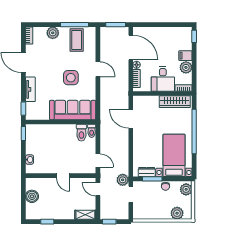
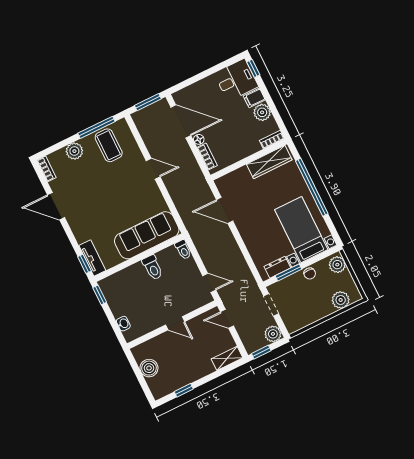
side table: (71, 78) -> (125, 196), removed
desk: (163, 79) -> (236, 80), moved, turned -90
tv unit: (30, 89) -> (92, 258), moved
toilet: (81, 133) -> (153, 268), moved
plant: (123, 180) -> (273, 334), moved

